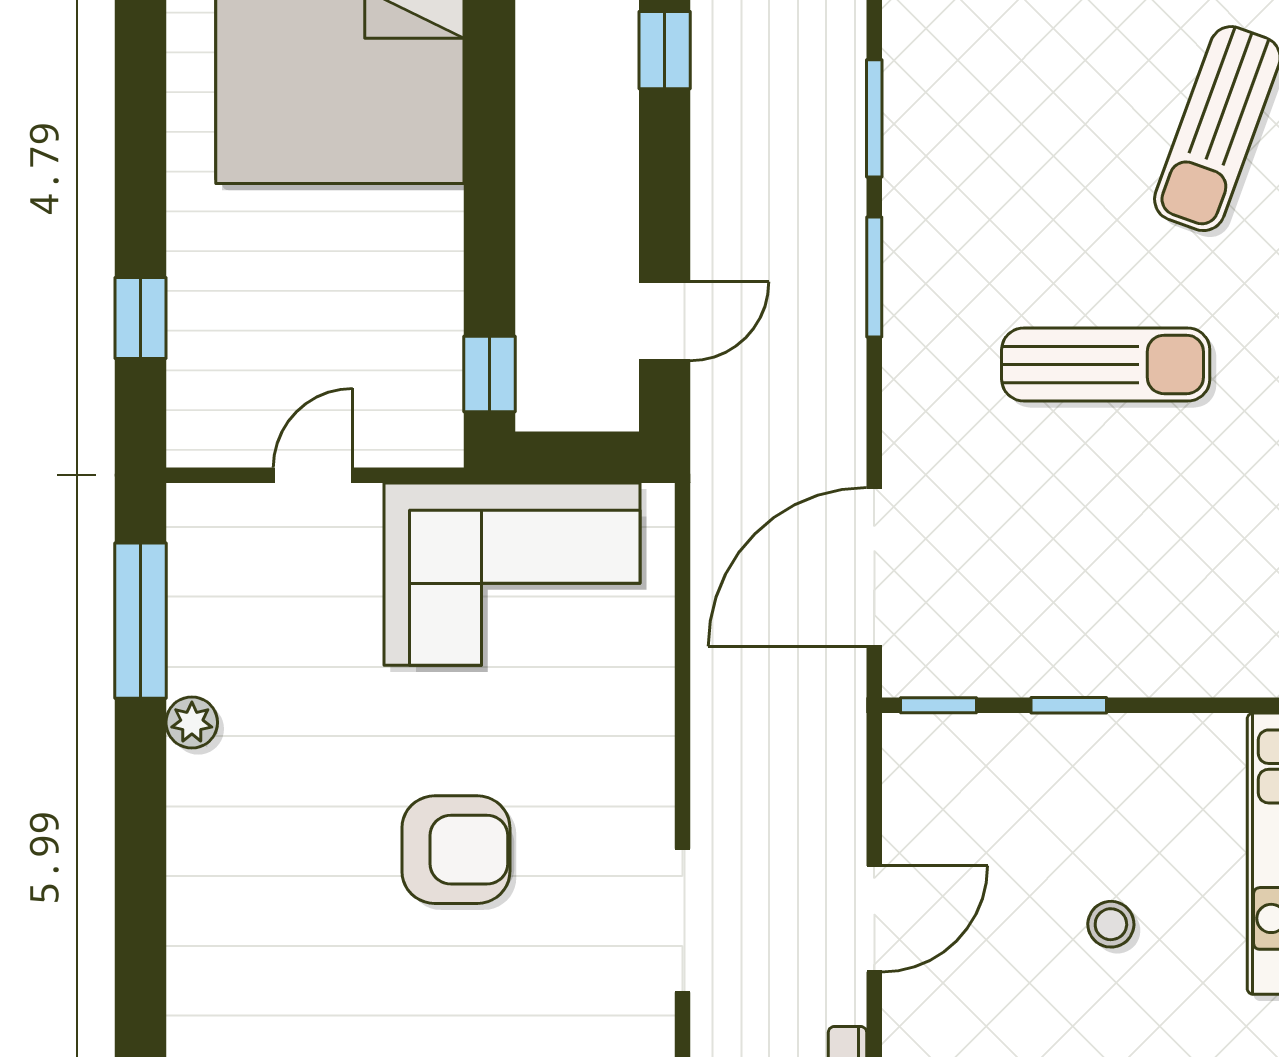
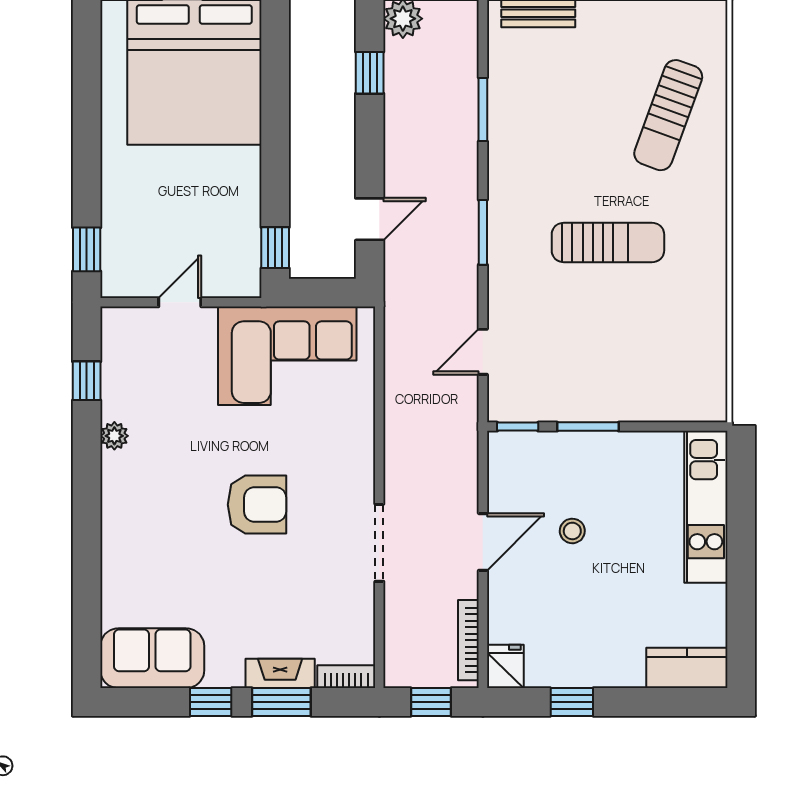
window: (874, 277) -> (483, 232), moved
window: (141, 318) -> (87, 249), moved
door: (874, 567) -> (483, 352), width x0.53
window: (141, 621) -> (87, 381), width x0.46
window: (1069, 705) -> (588, 427), width x1.50
stool: (1111, 924) -> (572, 531), moved

